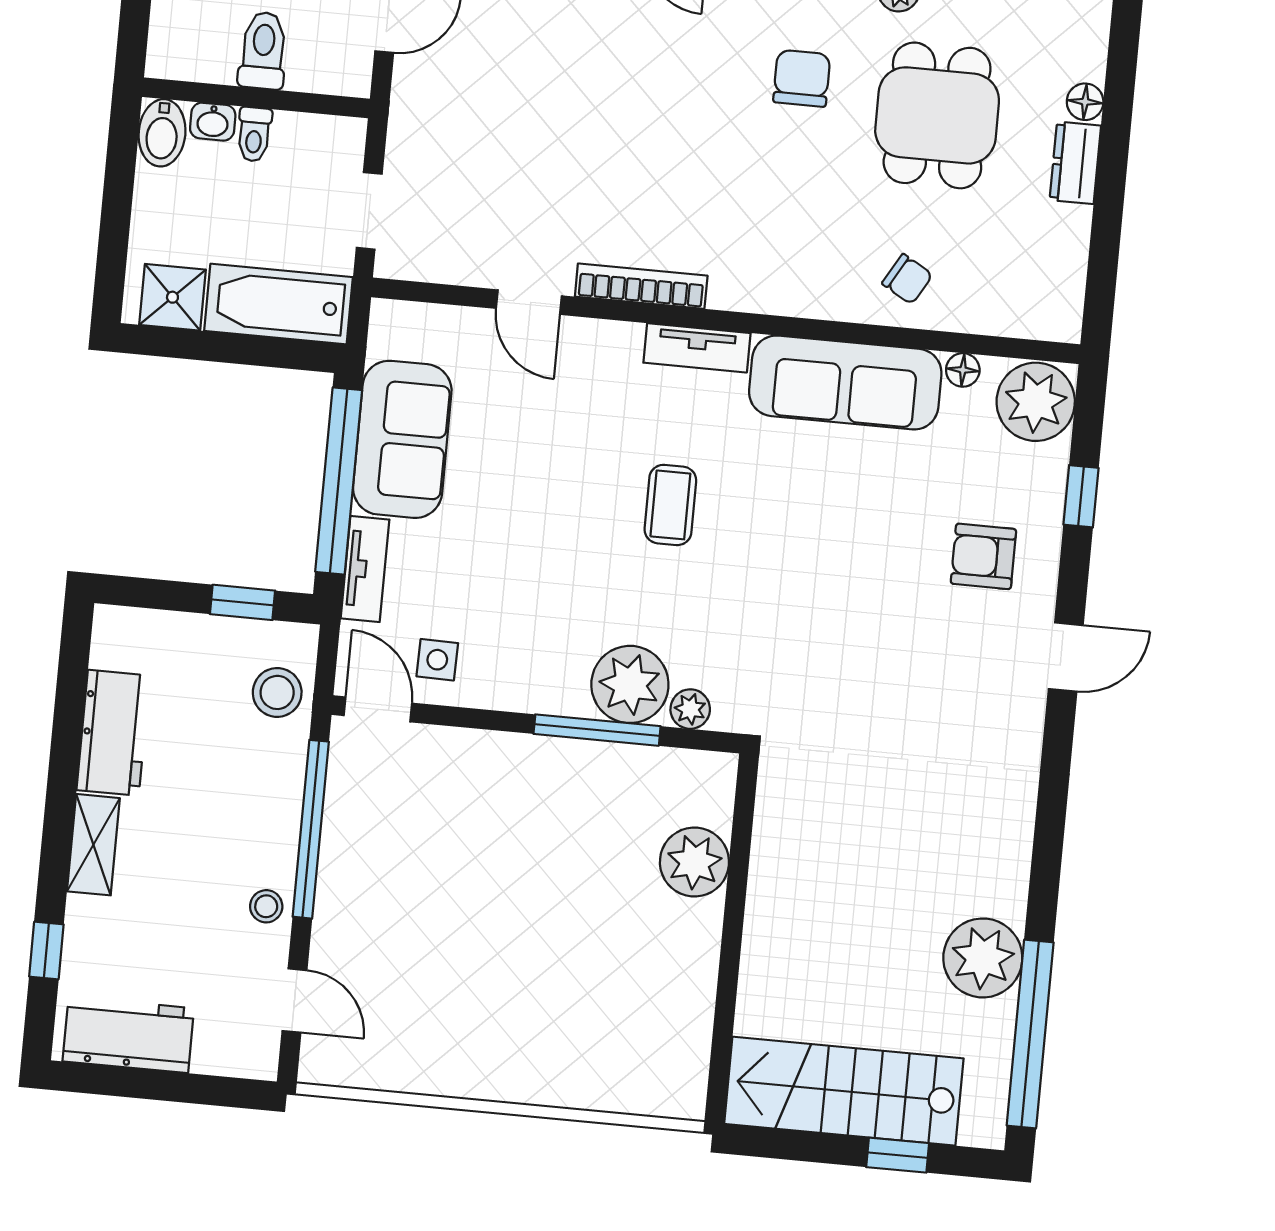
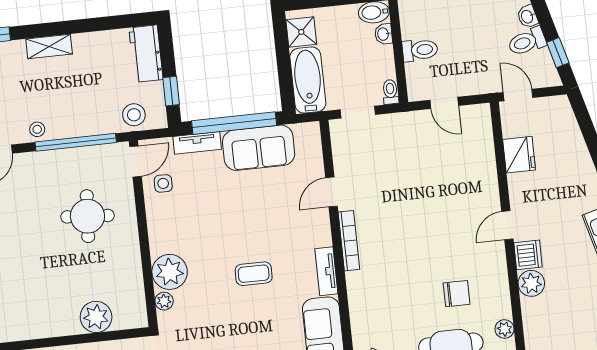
toilet: (254, 134) -> (390, 92), moved, turned 90
window: (597, 730) -> (146, 261), removed
workbench: (113, 733) -> (146, 54), moved, turned 90
round table: (474, 836) -> (87, 216), added

